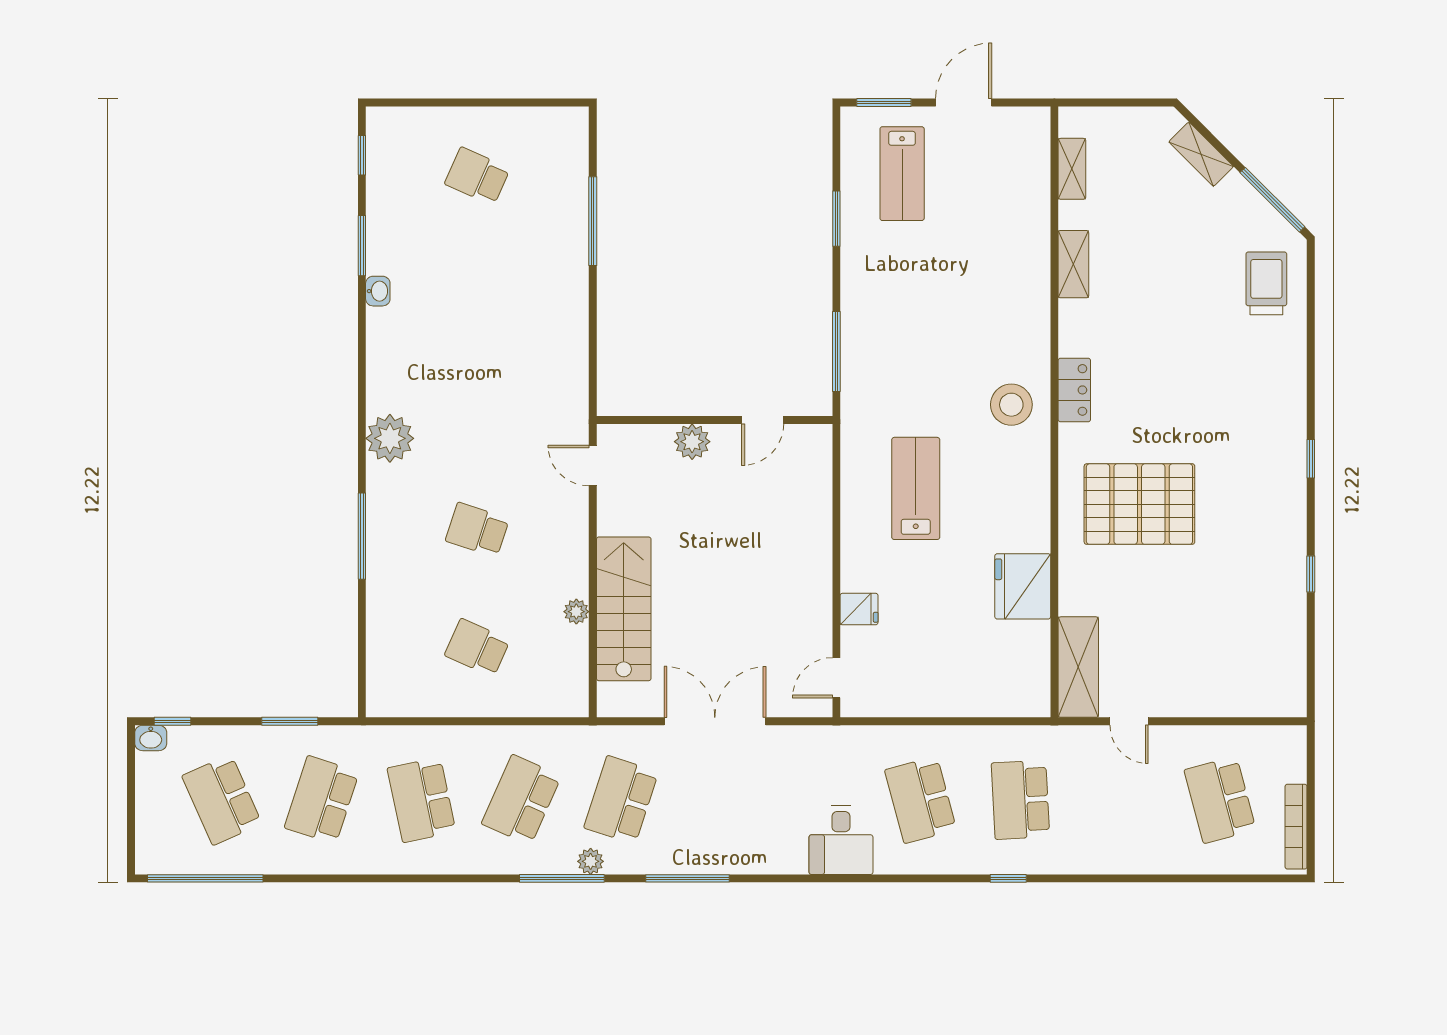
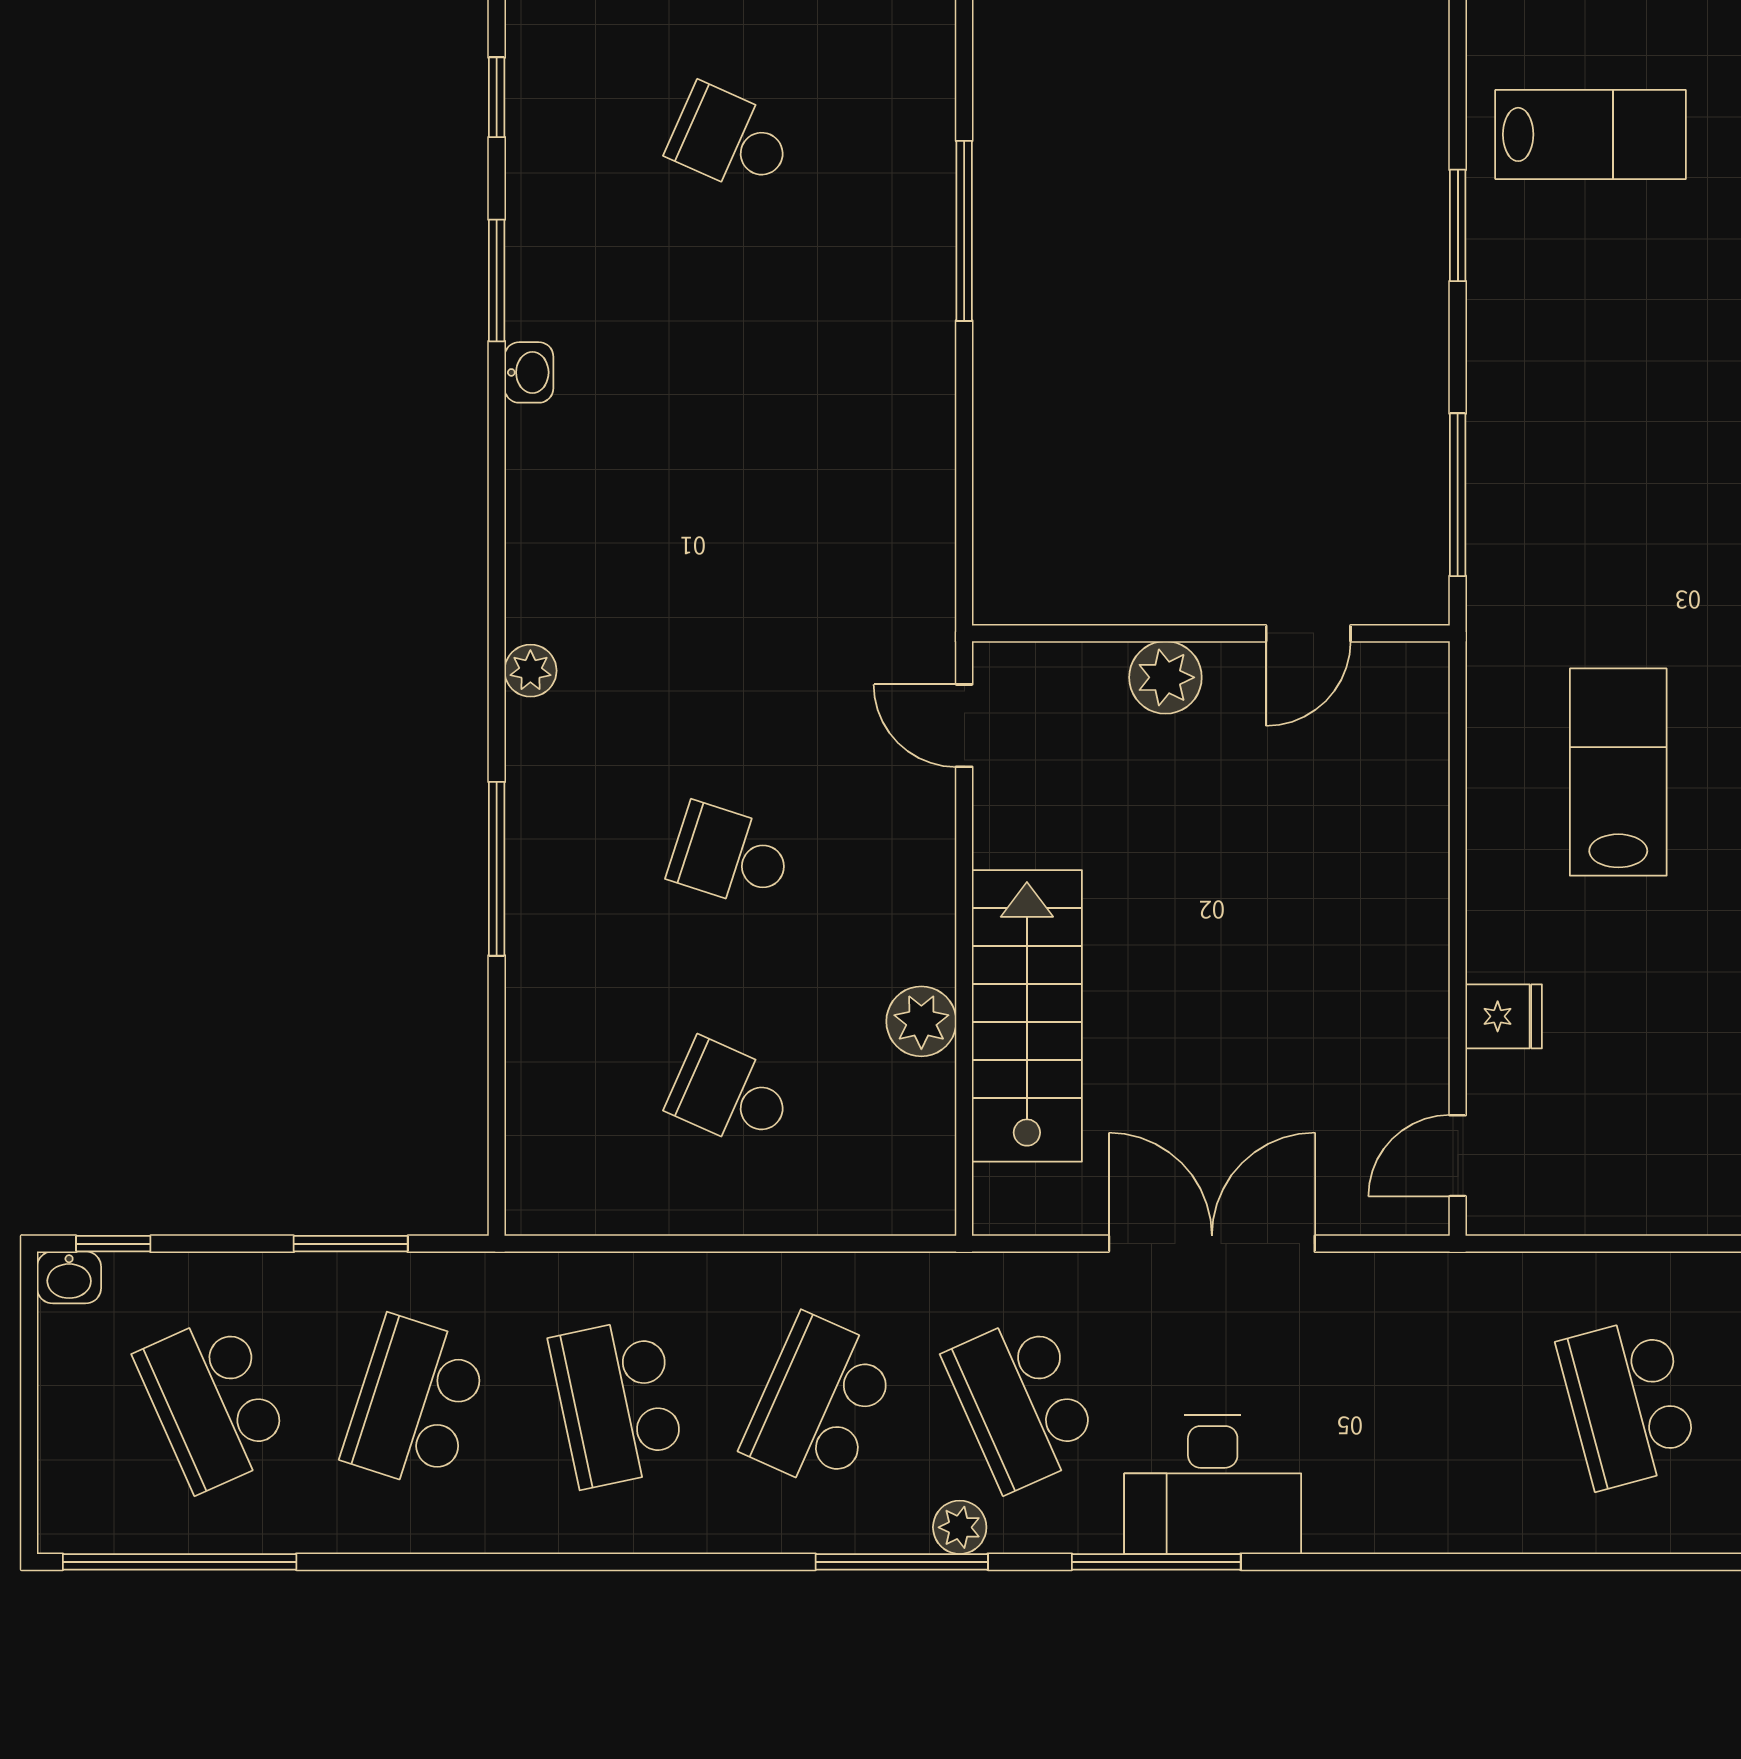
lab bench: (902, 174) -> (1591, 134), turned -90
plant: (390, 438) -> (530, 671), width x0.53, depth x0.53
plant: (576, 612) -> (921, 1021), width x1.38, depth x1.38
school desk: (621, 800) -> (1022, 1403), turned -42
desk: (841, 840) -> (1213, 1484), moved, width x1.37

